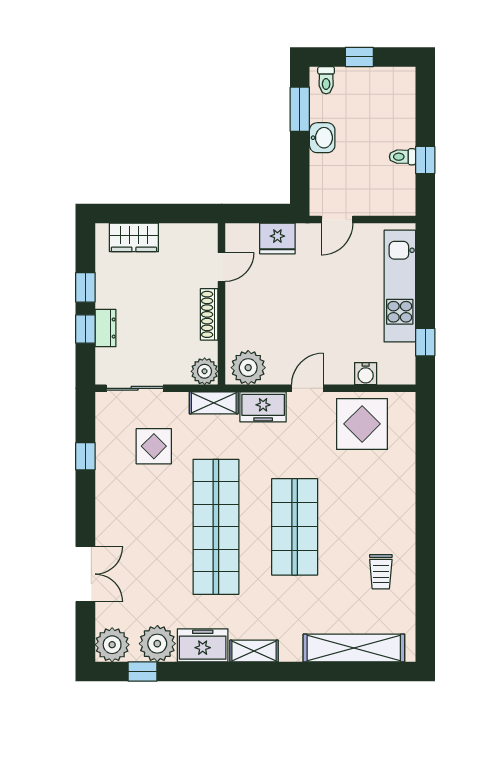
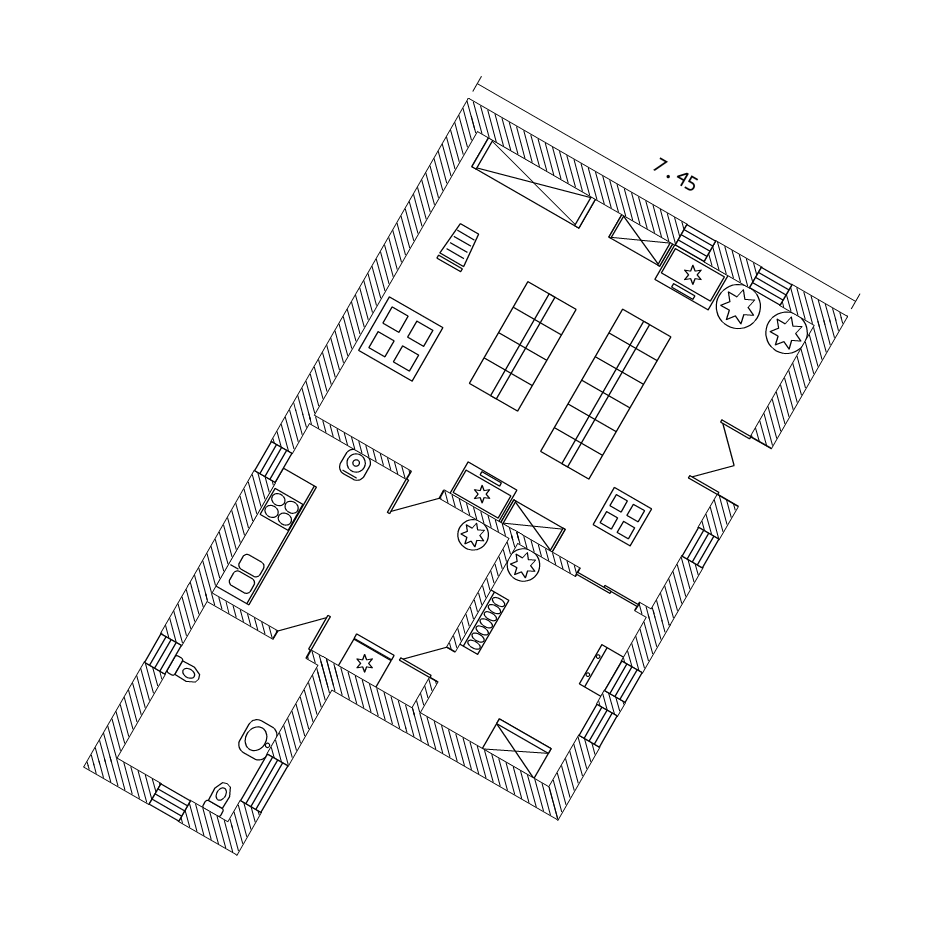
plant: (248, 368) -> (473, 535), width x0.73, depth x0.73
display table: (362, 424) -> (401, 339), moved
double door: (85, 574) -> (744, 471), moved
window: (214, 671) -> (695, 243), added

